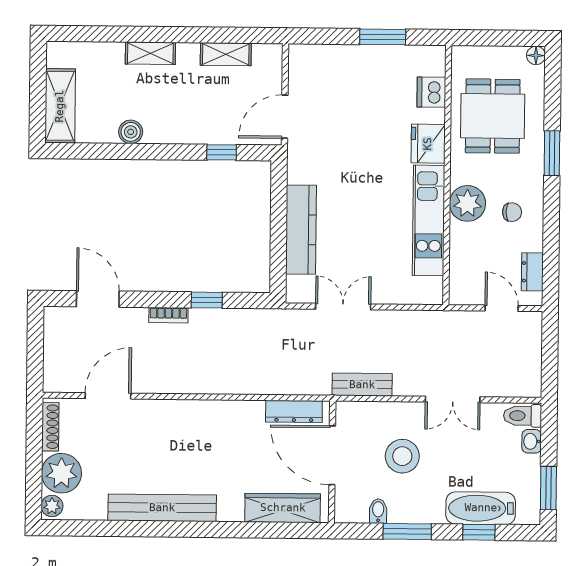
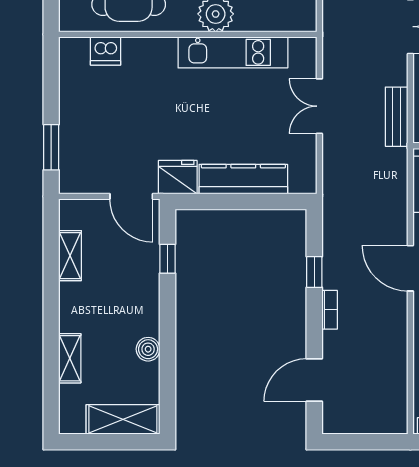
window: (383, 37) -> (51, 147), moved
shelving: (150, 53) -> (70, 358), moved
fridge: (428, 144) -> (178, 177), moved, turned 180
double door: (343, 307) -> (319, 106), moved
door: (108, 396) -> (410, 268), moved

